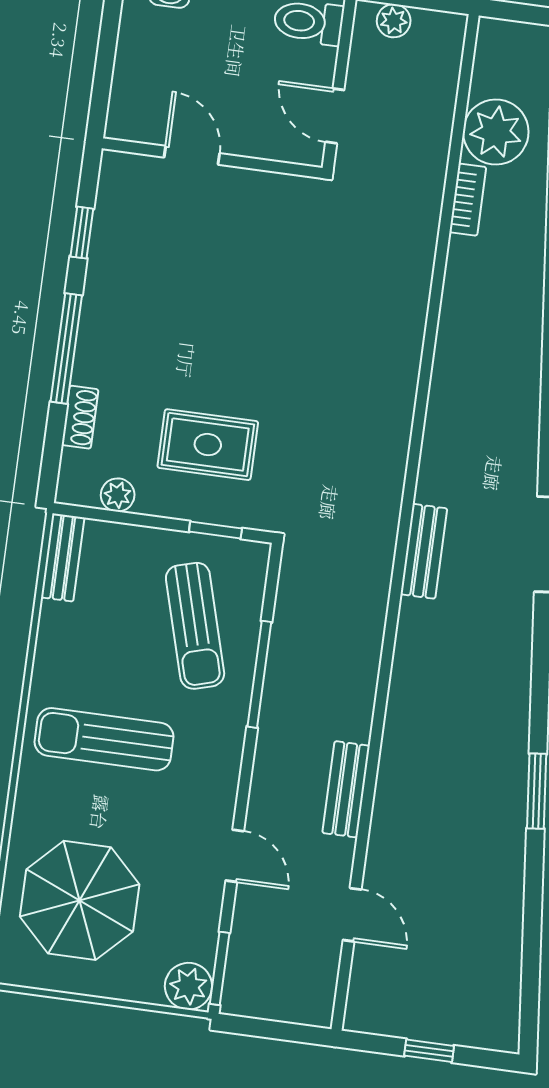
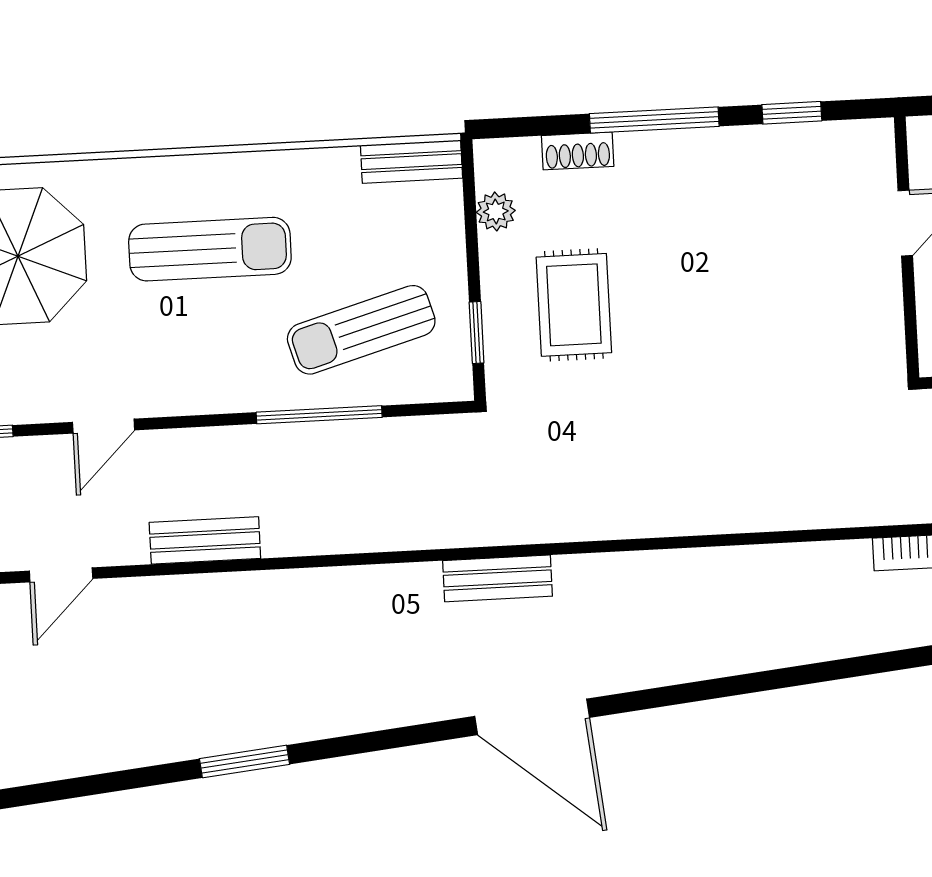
sun lounger: (104, 739) -> (210, 249), turned 90

